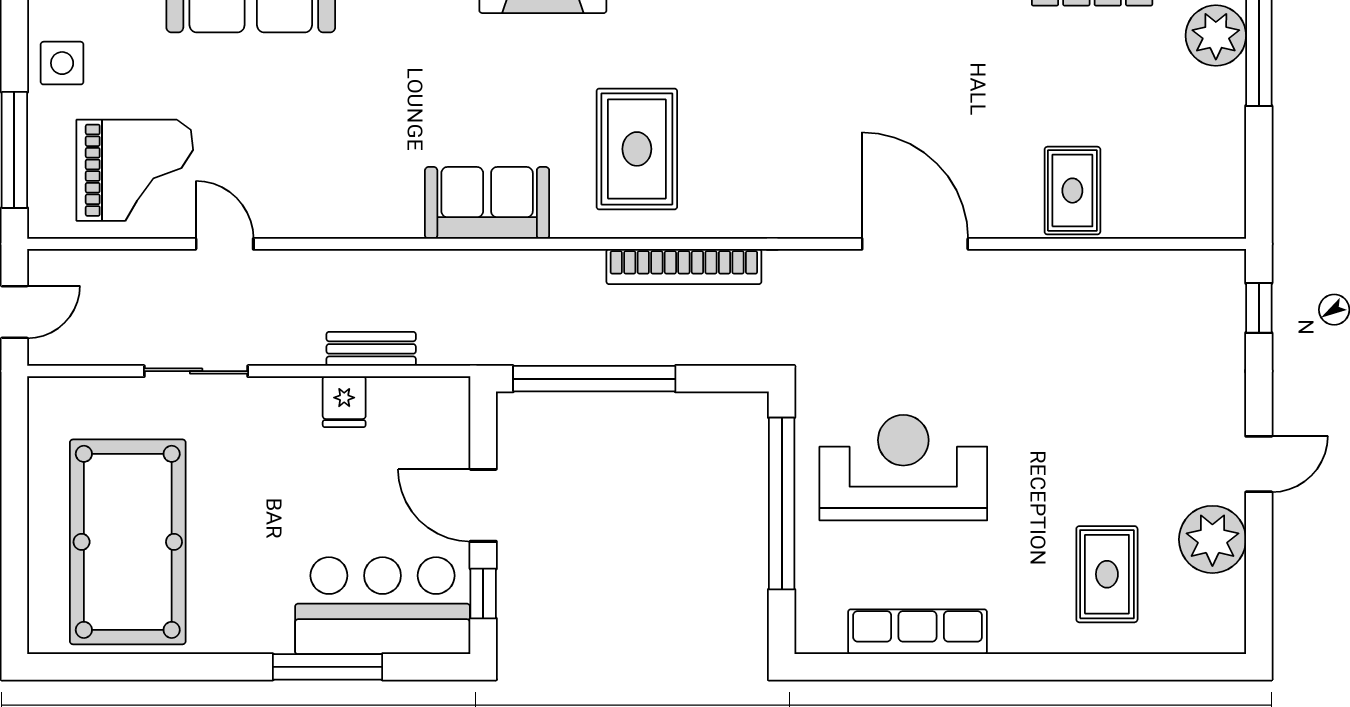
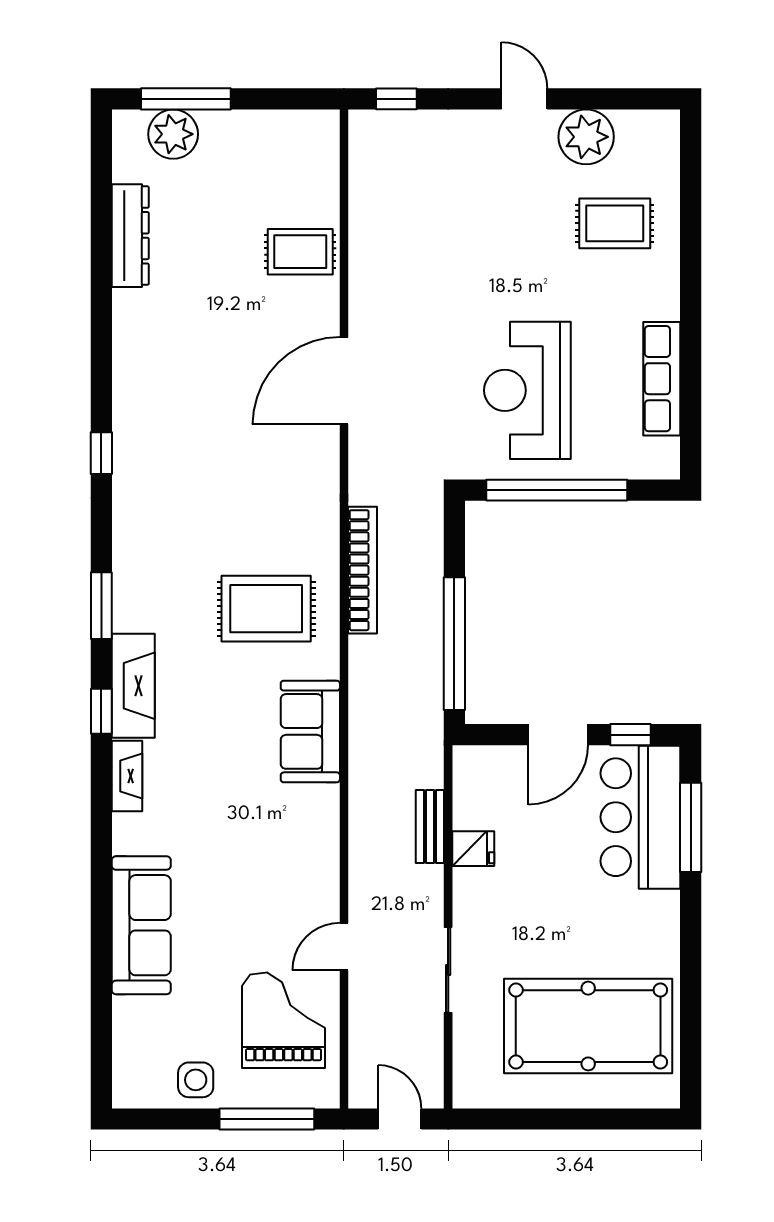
window: (328, 667) -> (691, 827), moved

